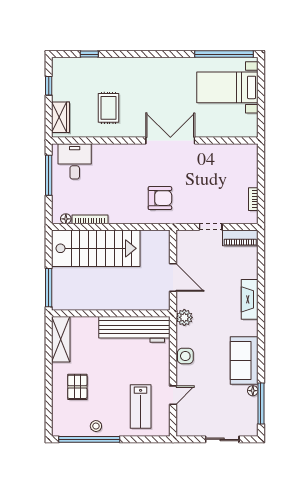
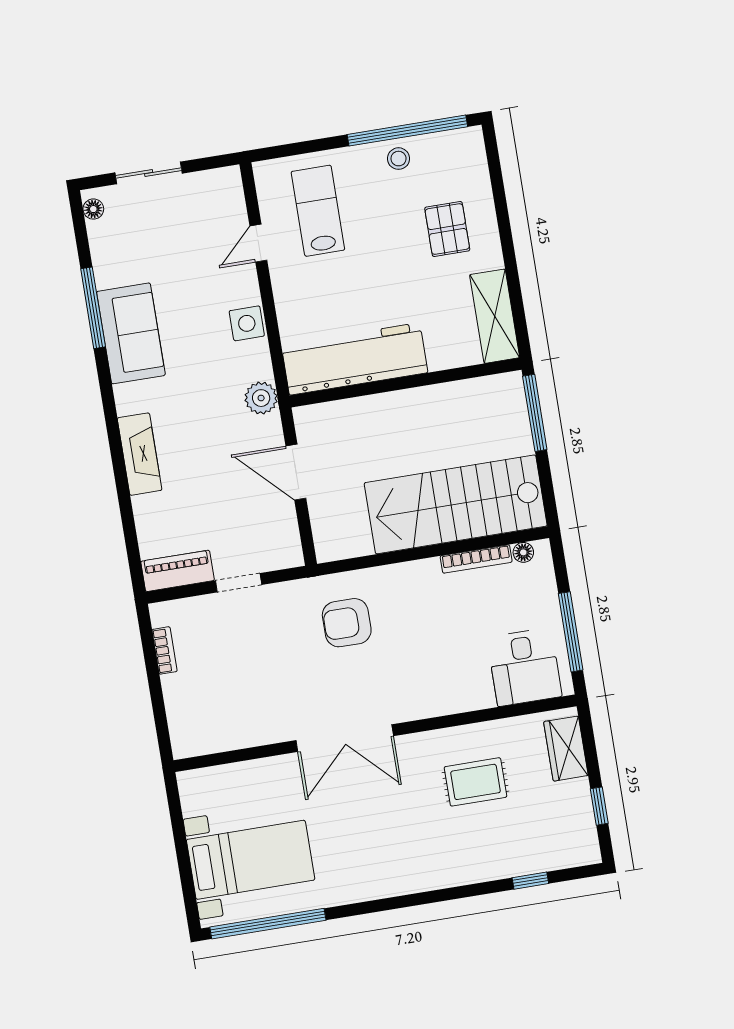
rug: (109, 108) -> (476, 782), turned 90
floor lamp: (253, 391) -> (93, 209), moved
window: (261, 403) -> (93, 308), moved

